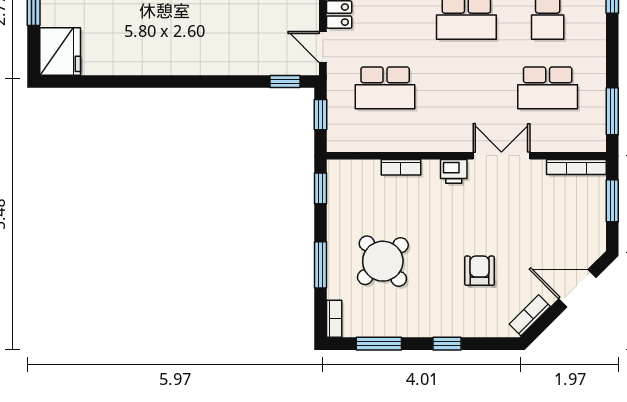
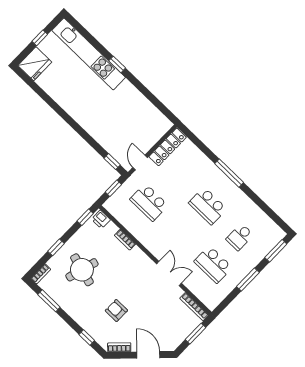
window: (612, 111) -> (248, 280), moved
printer: (454, 171) -> (101, 219), moved
round table: (383, 261) -> (82, 270), turned -32
window: (320, 265) -> (56, 247), width x0.67
armchair: (480, 271) -> (116, 310), turned -90
window: (447, 344) -> (87, 337), moved

